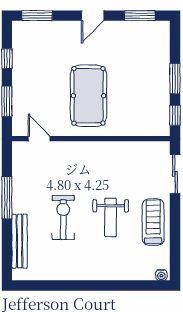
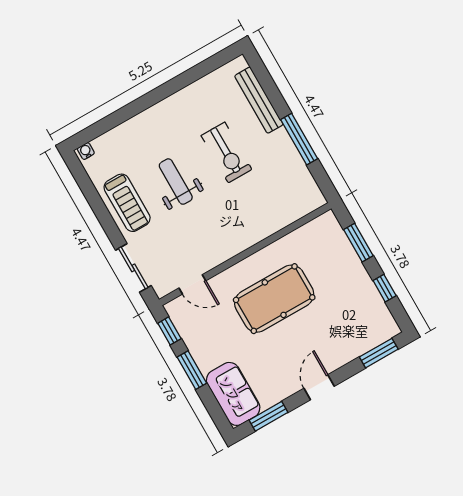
sofa: (156, 45) -> (233, 394), added
pool table: (89, 96) -> (274, 299), turned 90
door: (39, 139) -> (192, 284), moved

